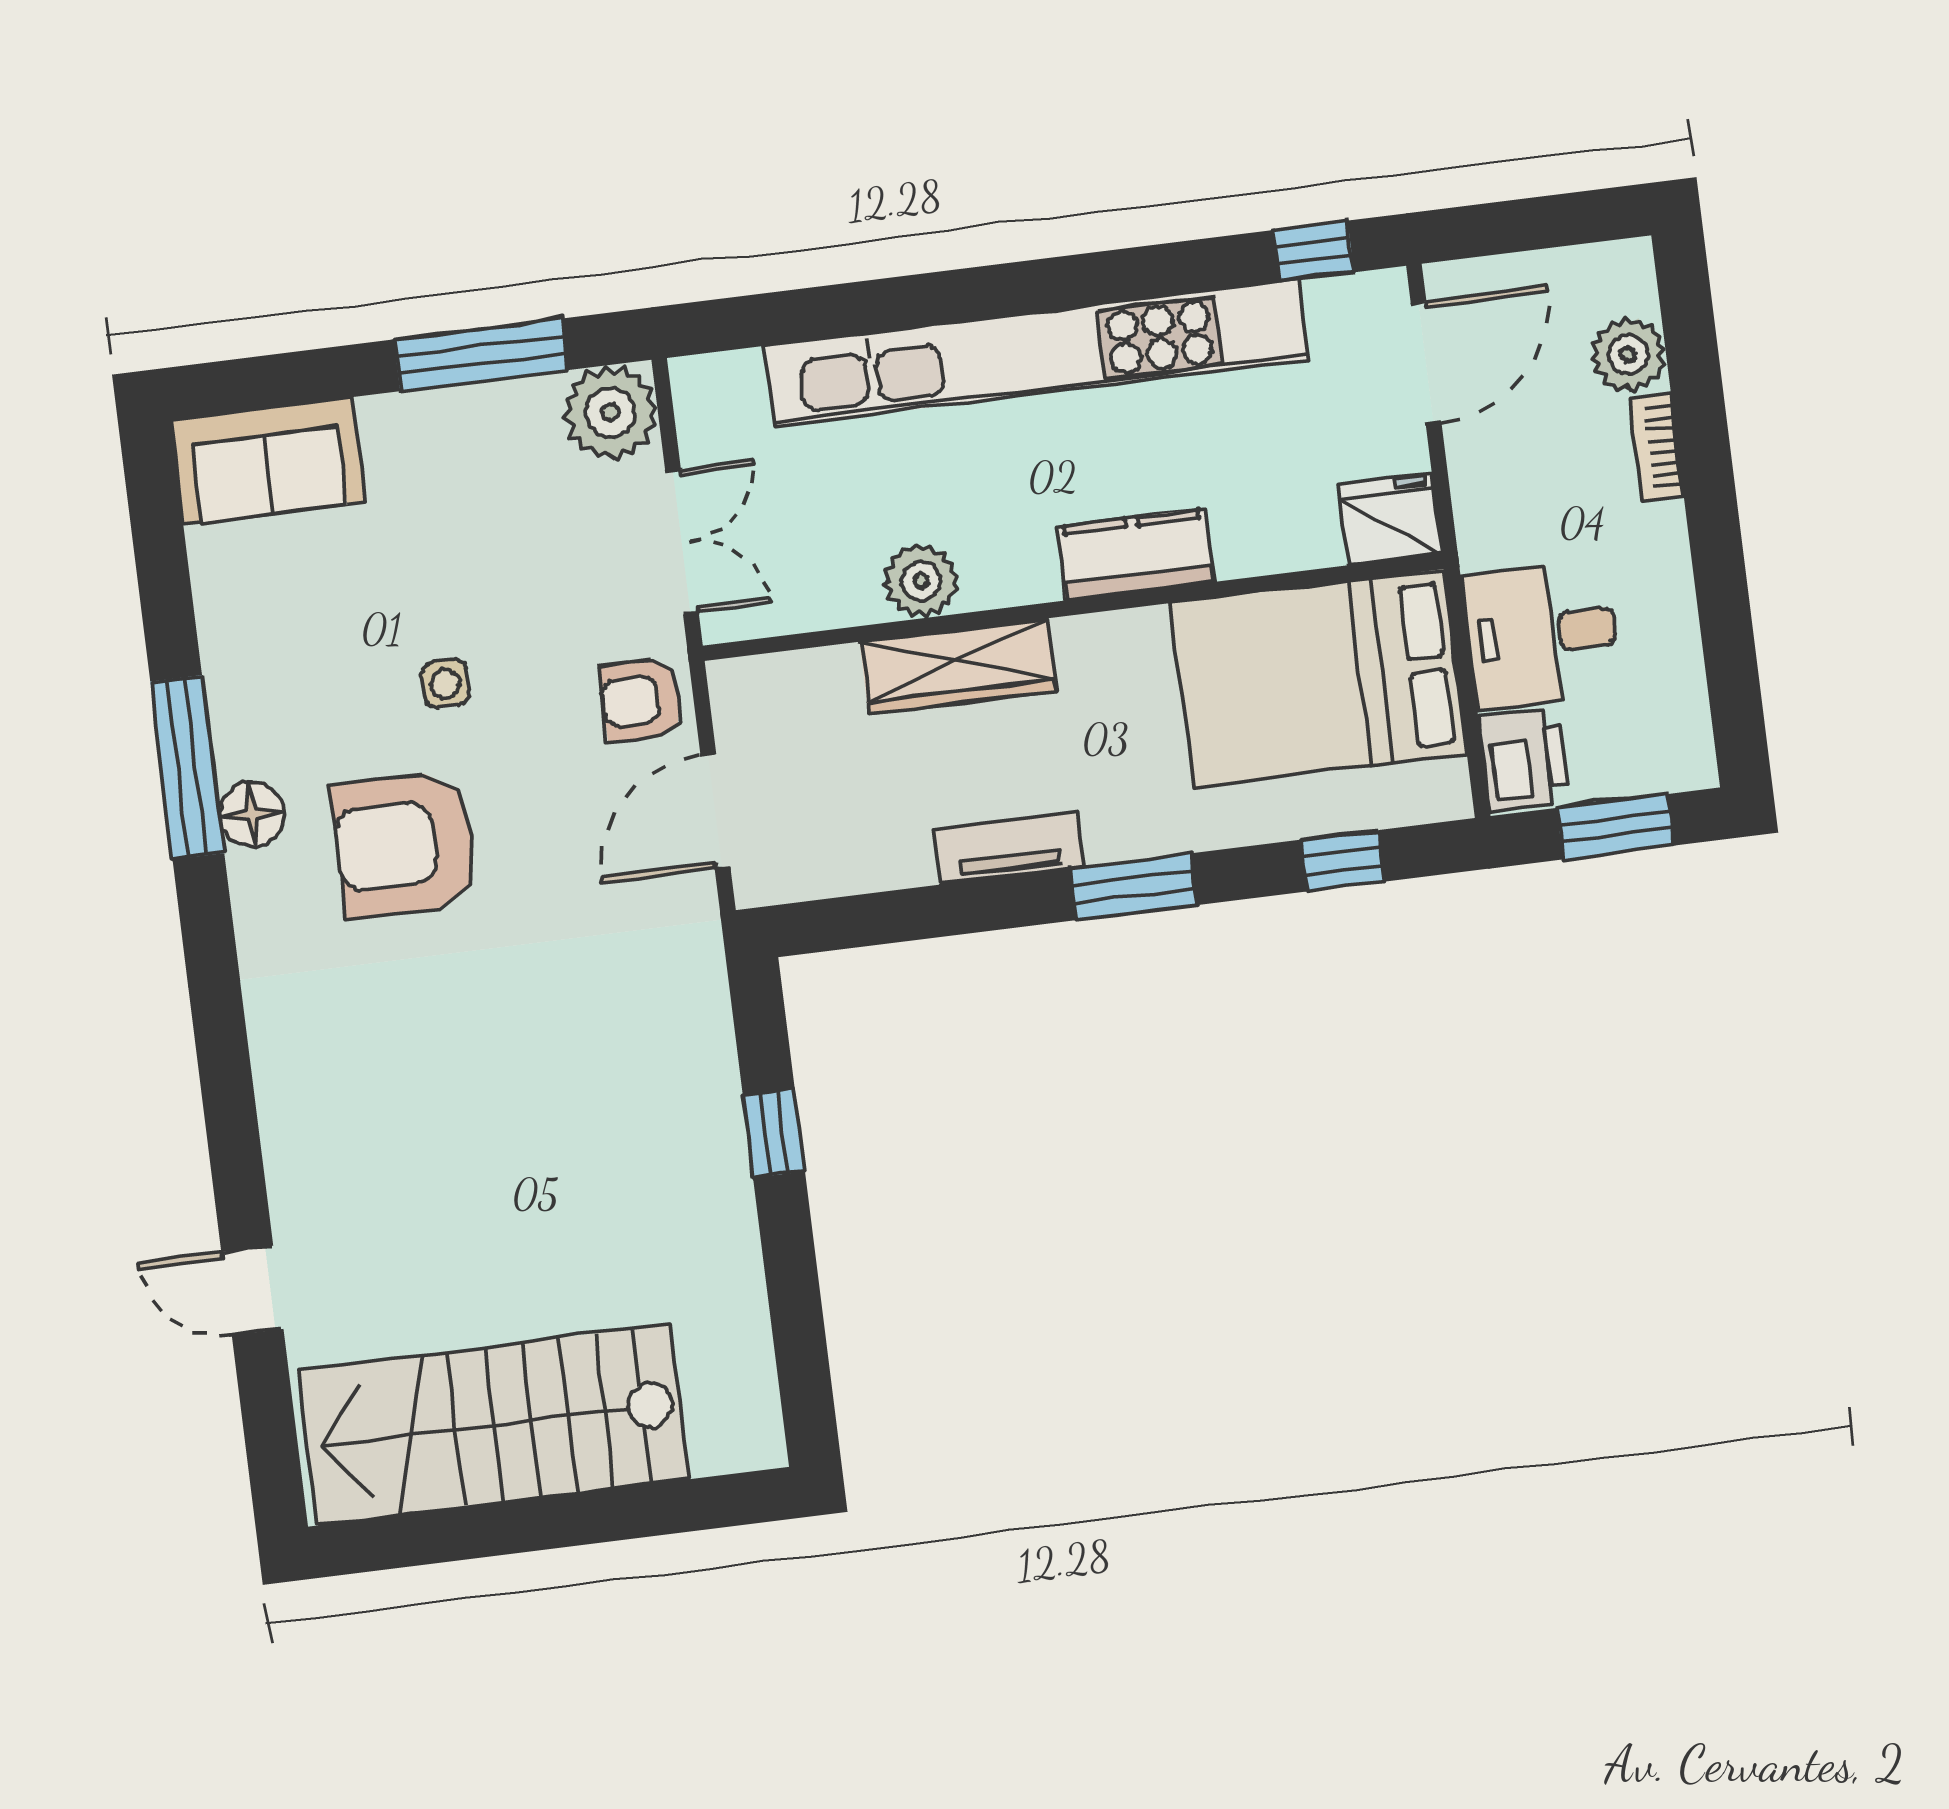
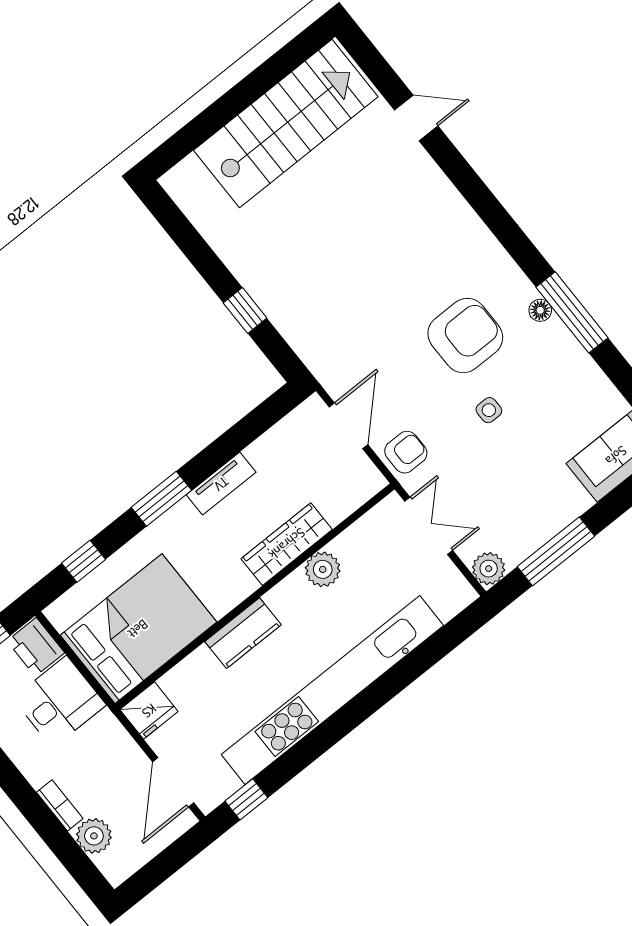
plant: (610, 413) -> (489, 569), width x0.73, depth x0.73
double door: (682, 542) -> (429, 526), swing flipped
floor lamp: (252, 814) -> (540, 310), width x0.73, depth x0.73

